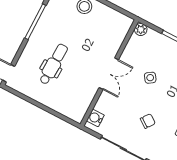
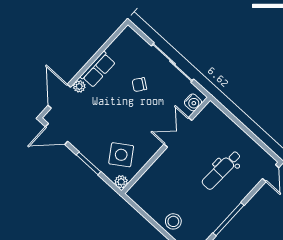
double door: (109, 74) -> (178, 132), moved
side table: (150, 78) -> (121, 155), moved, width x1.87, depth x1.87

